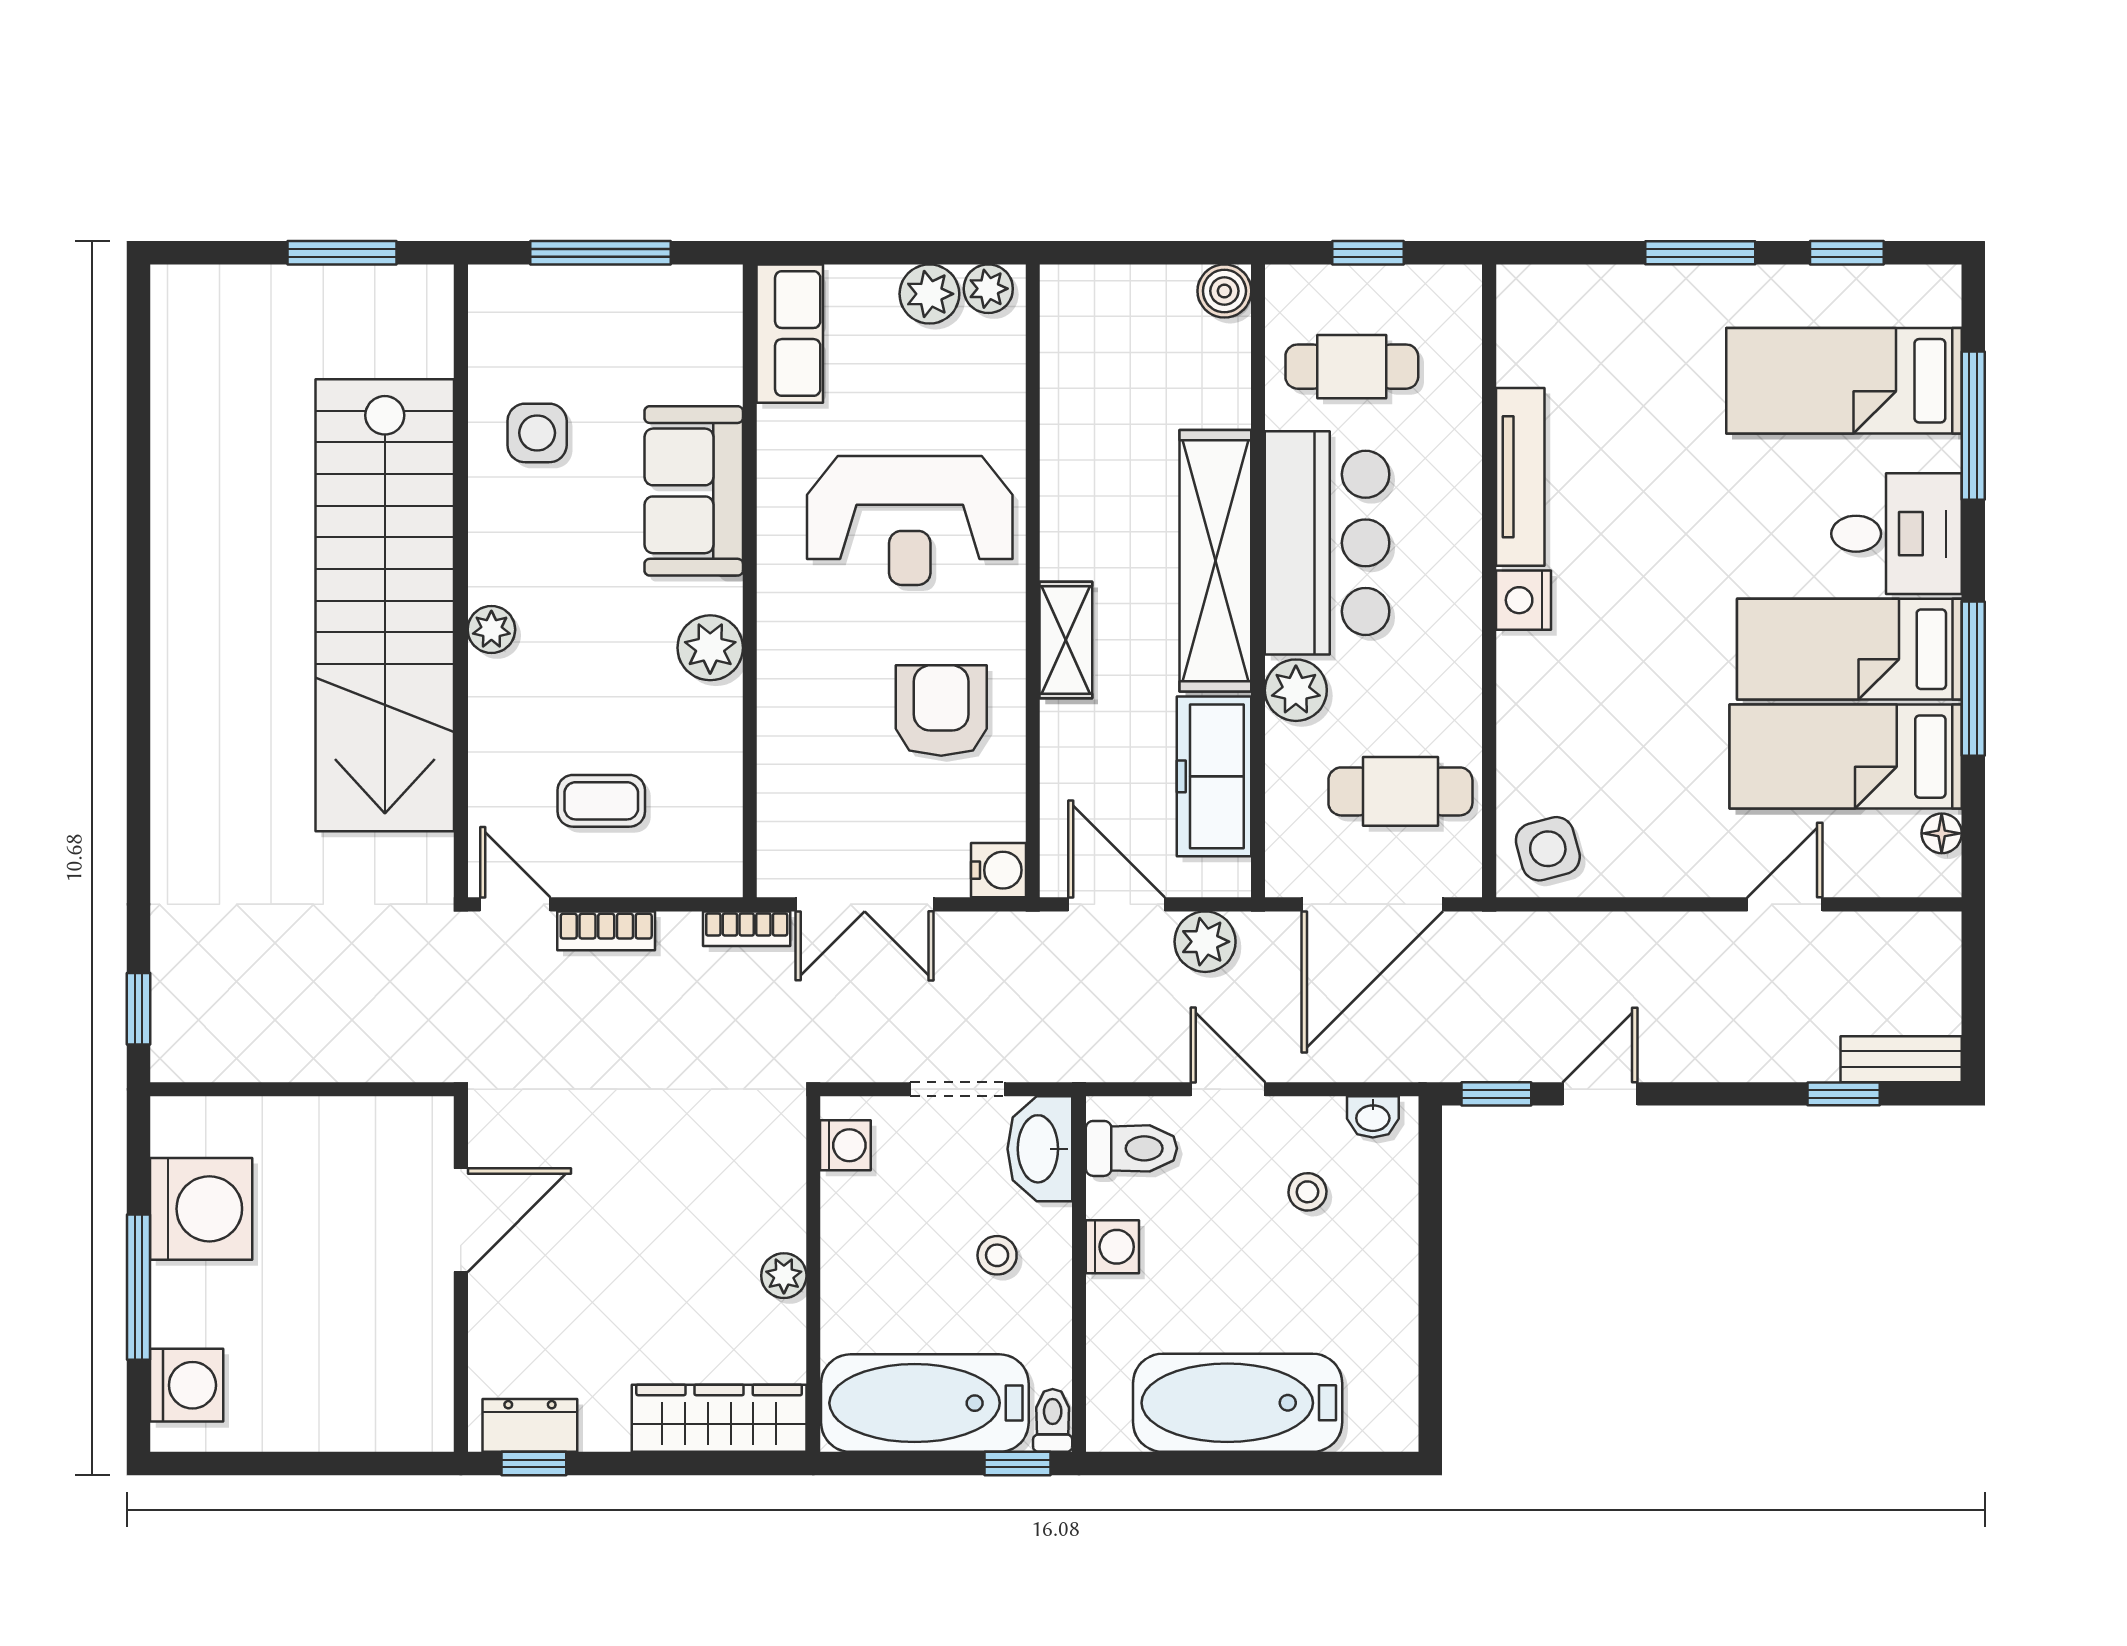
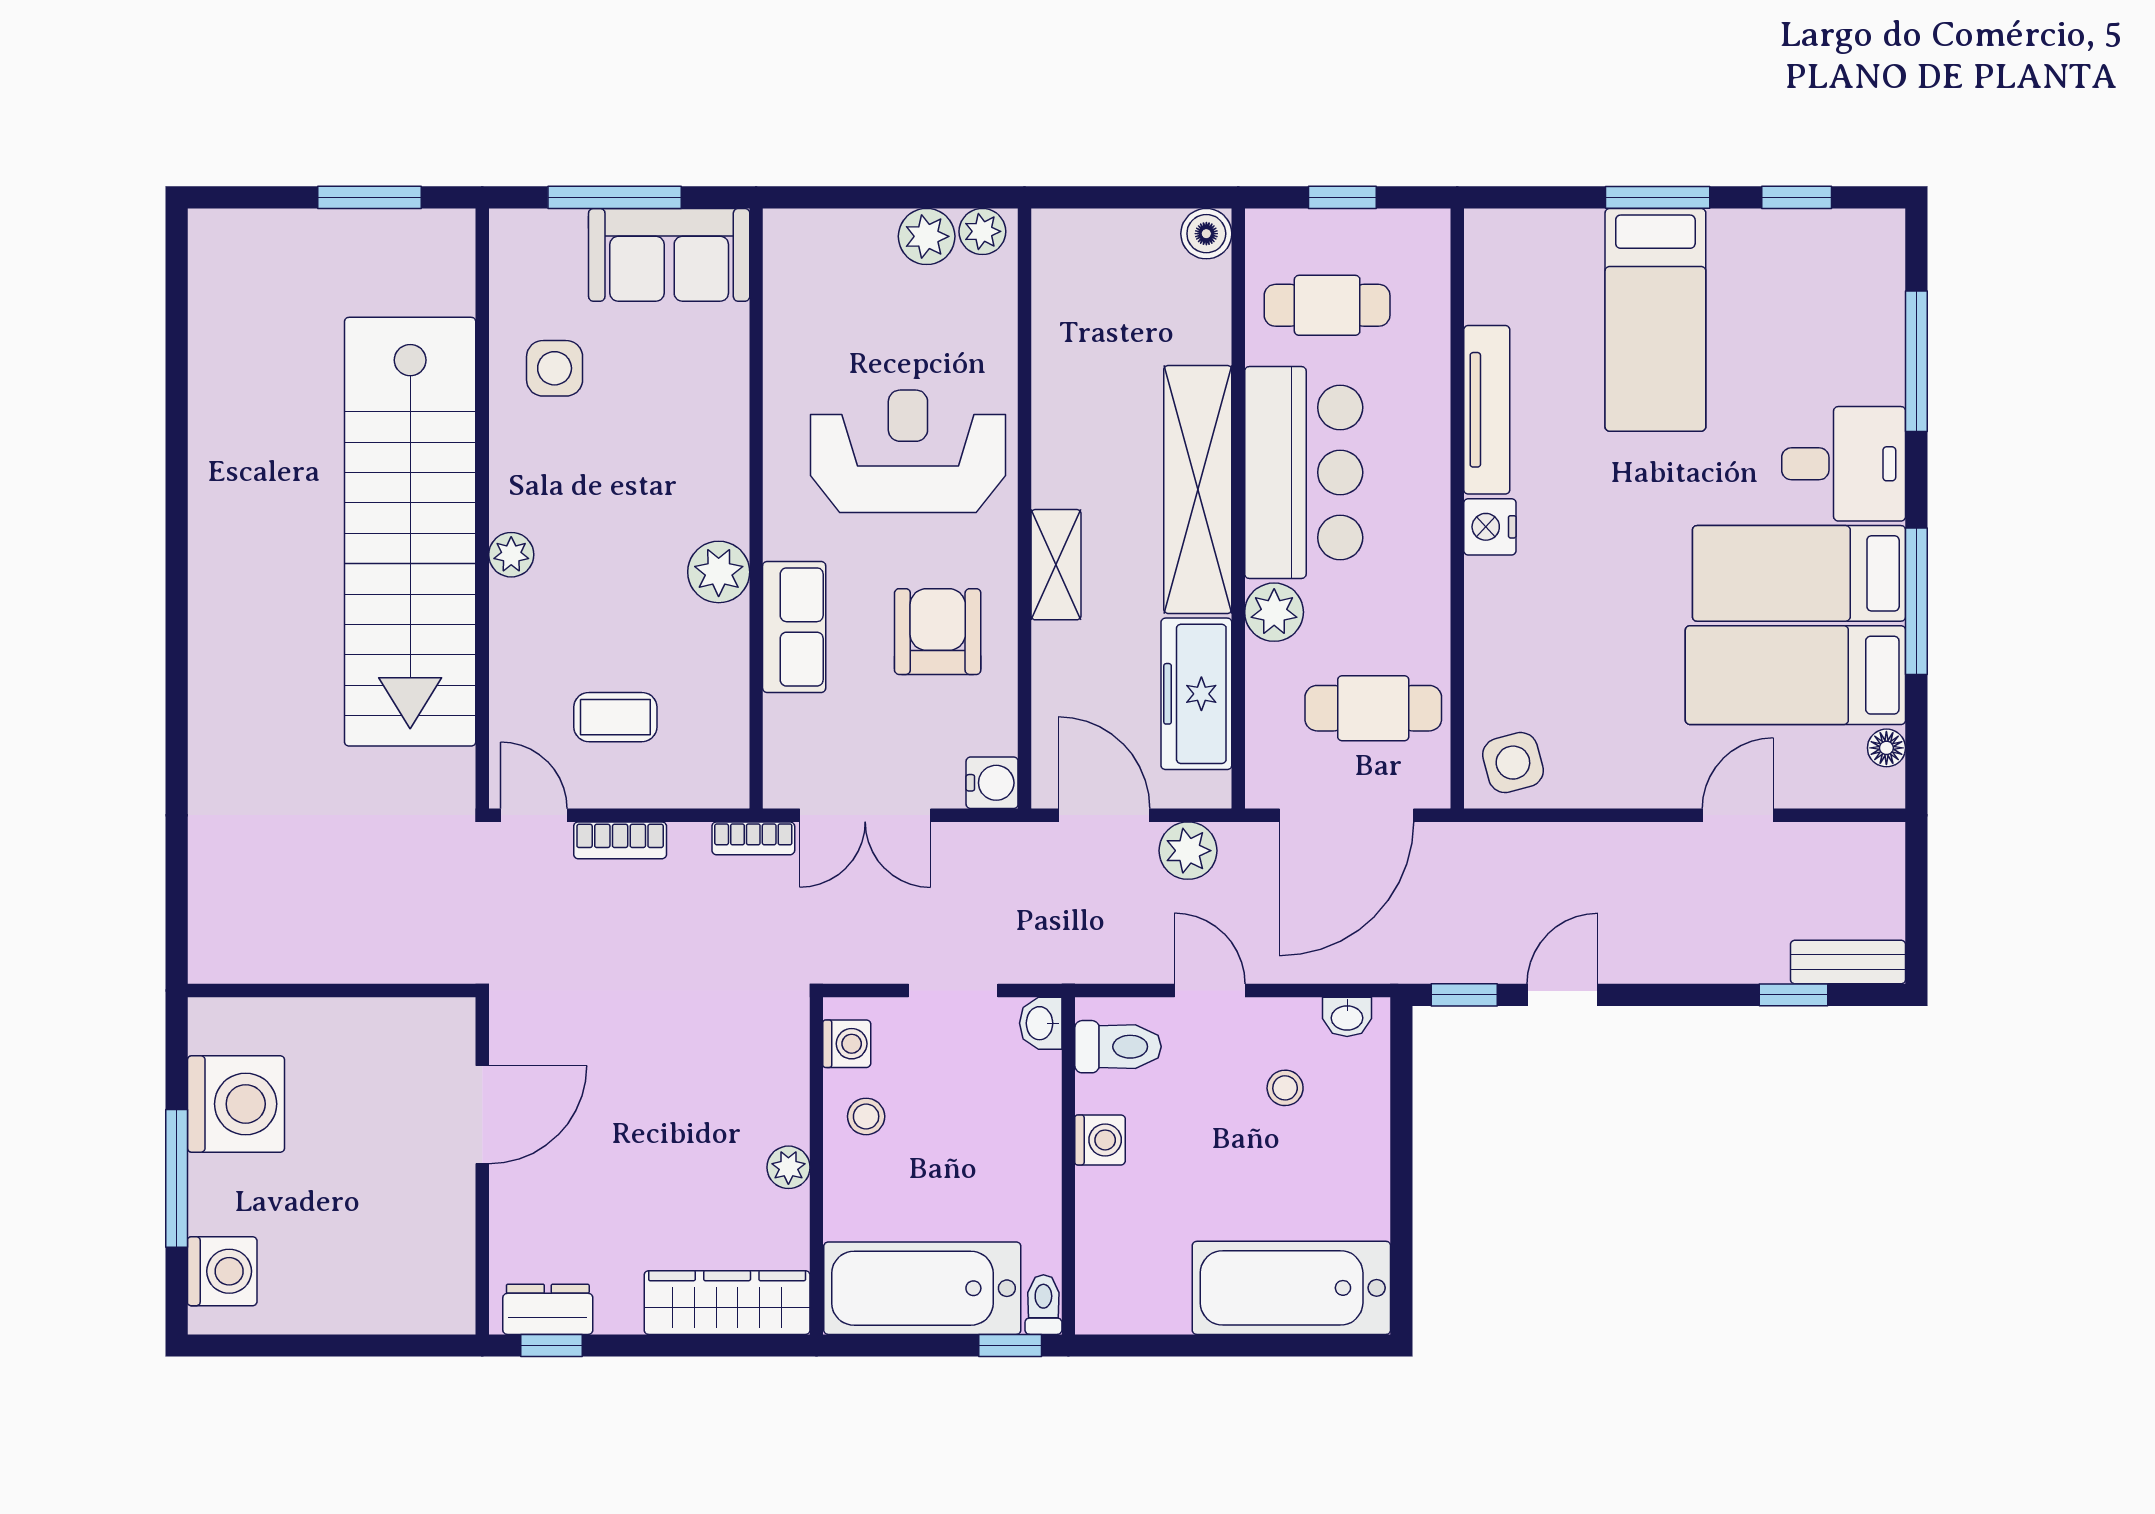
row of seats: (790, 334) -> (794, 627), moved
bed: (1844, 381) -> (1655, 320), moved, turned -90
sofa: (694, 491) -> (669, 255), moved, turned -90
reception desk: (910, 520) -> (908, 451), turned 180
window: (139, 1009) -> (177, 914), removed
washbasin: (1040, 1149) -> (1041, 1023), width x0.52, depth x0.69
stool: (997, 1255) -> (866, 1116), moved
bathtub: (1238, 1403) -> (1291, 1288), moved

